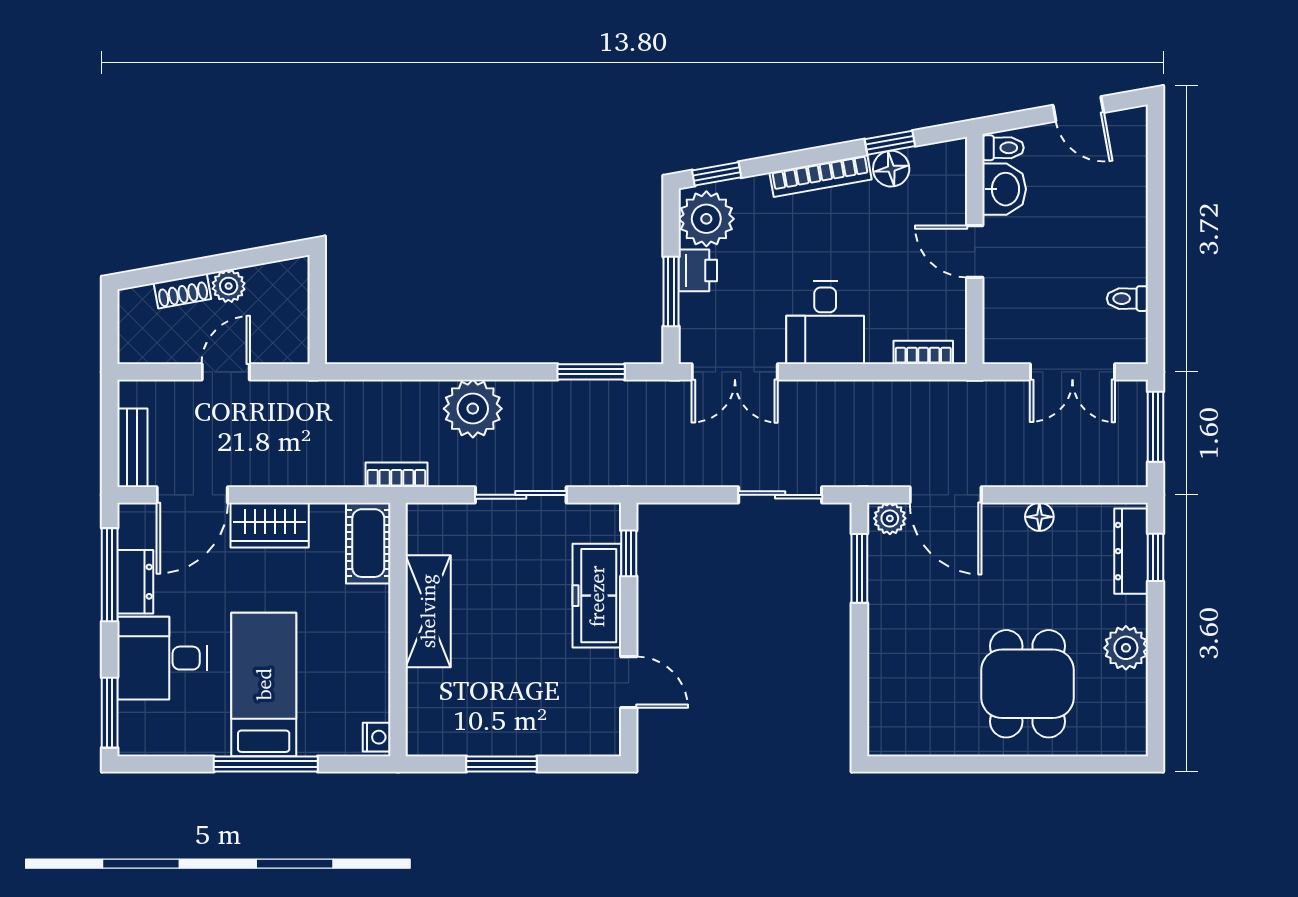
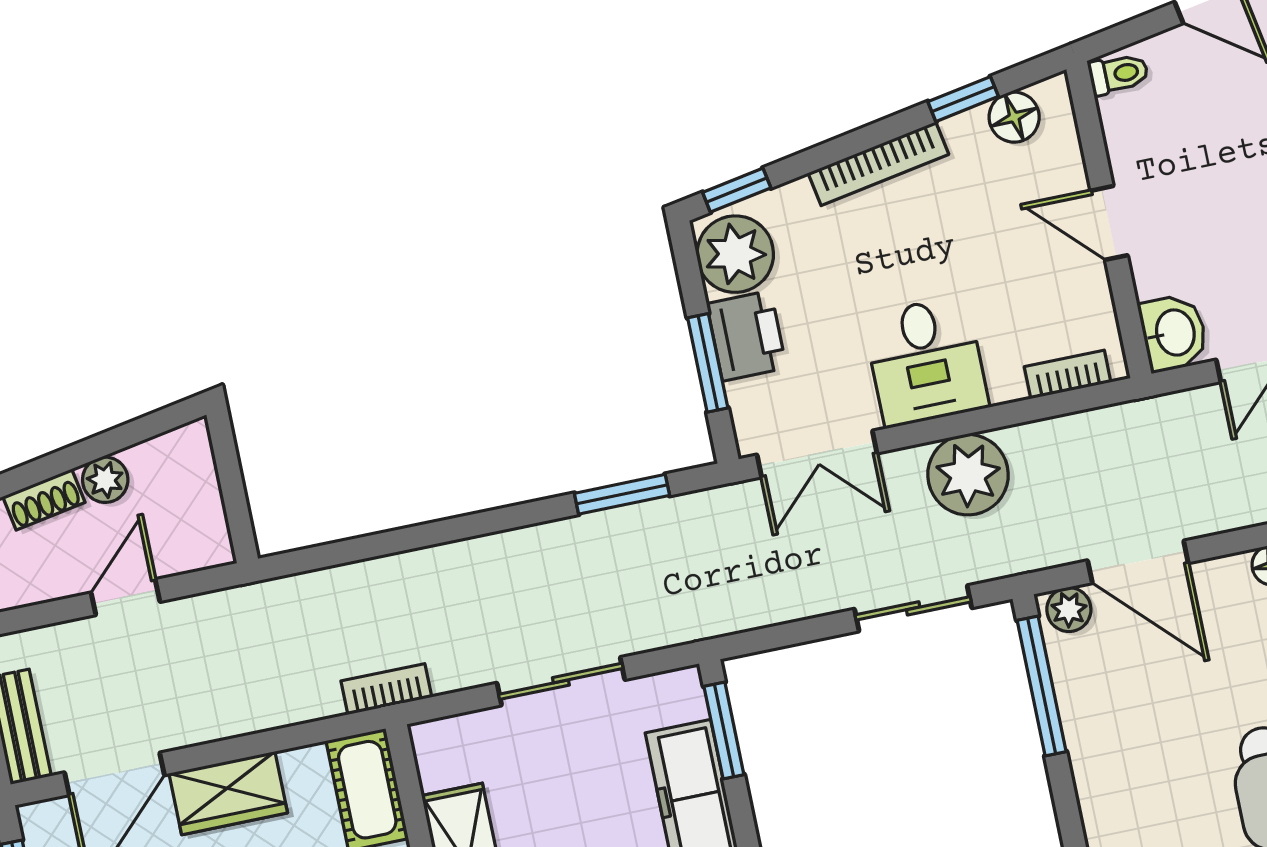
floor lamp: (891, 169) -> (1014, 117), moved
washbasin: (1004, 189) -> (1174, 333), moved
printer: (698, 270) -> (747, 336), width x1.36, depth x1.24
plant: (473, 409) -> (968, 475), moved
window: (629, 553) -> (724, 730), width x1.50
window: (859, 568) -> (1042, 686), width x1.44

